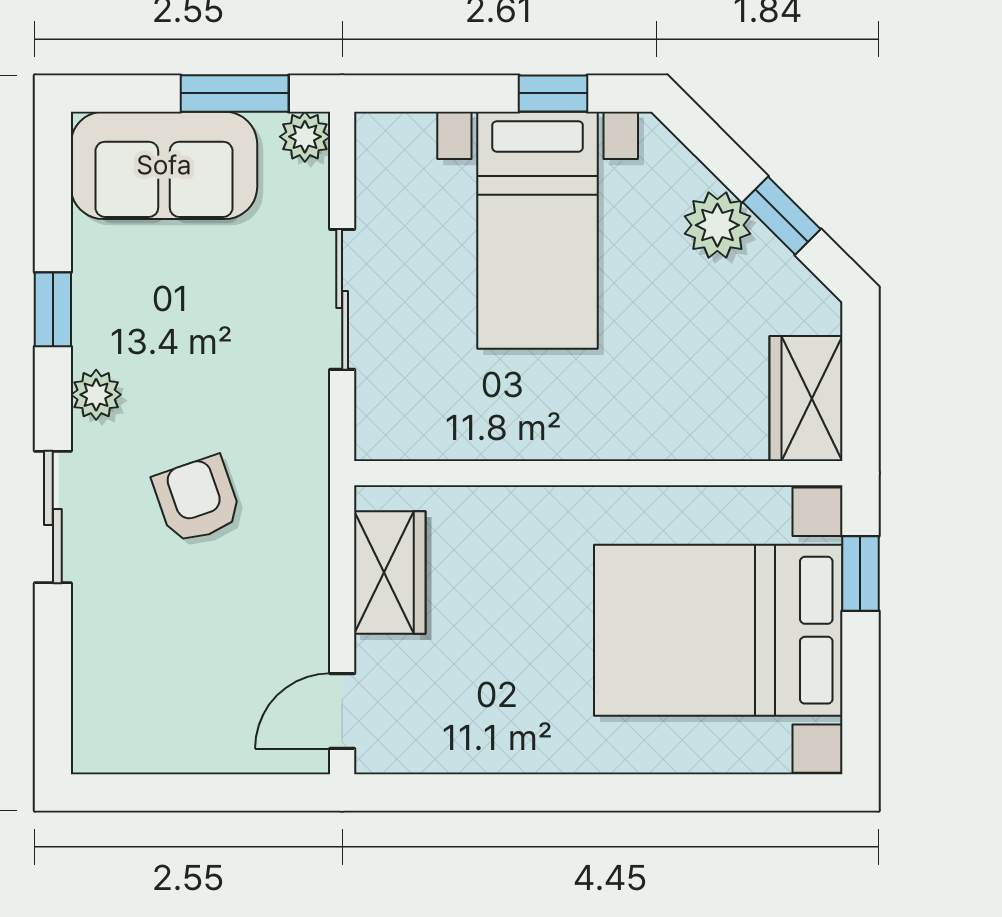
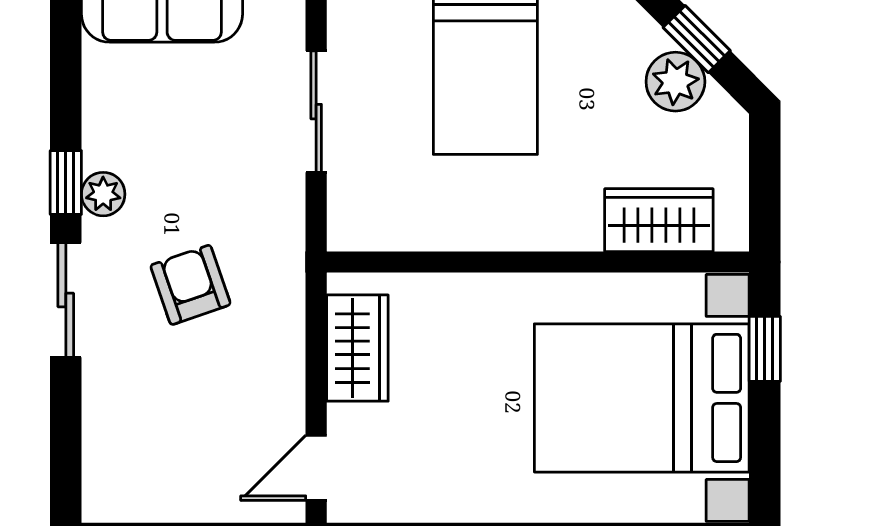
plant: (717, 225) -> (675, 82), moved
window: (53, 309) -> (66, 182), moved
wardrobe: (806, 398) -> (659, 220), moved, turned 90

